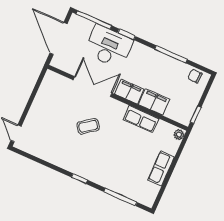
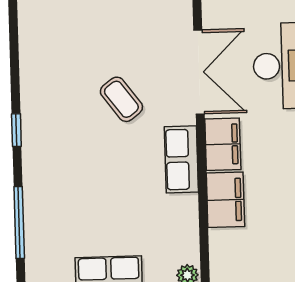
row of seats: (141, 119) -> (181, 159), moved

